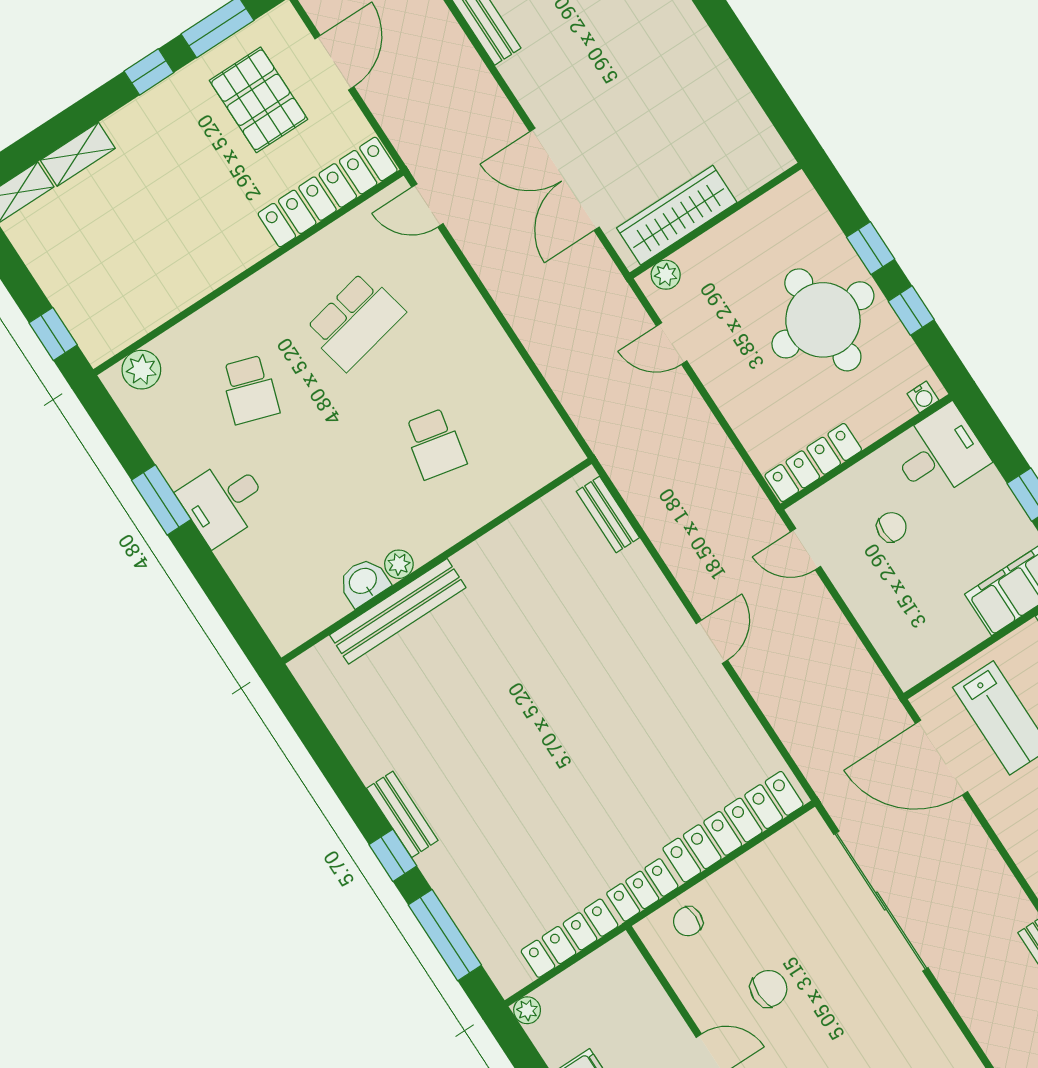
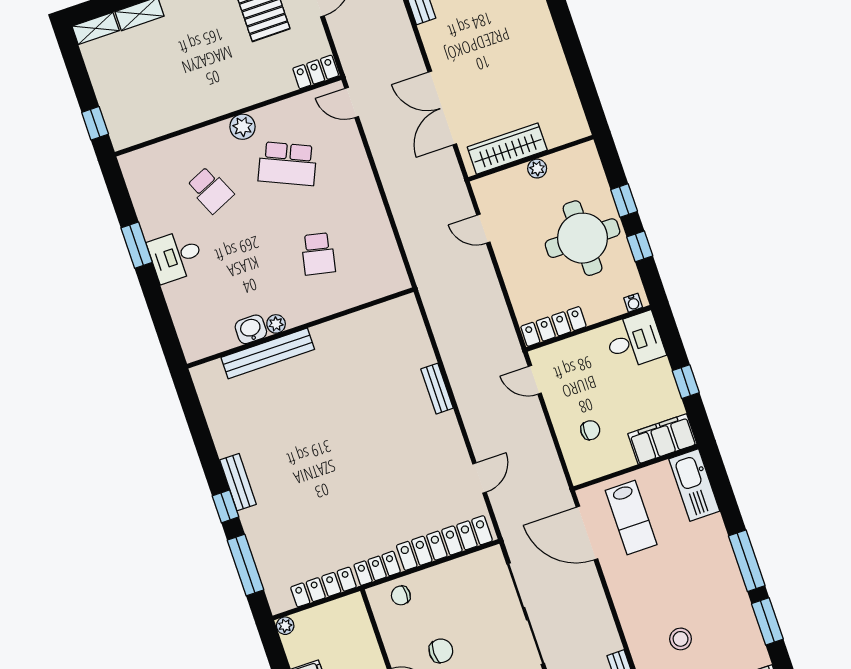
locker: (328, 192) -> (316, 72), width x0.46, depth x0.83
plant: (666, 275) -> (537, 169), moved
school desk: (355, 321) -> (287, 164), turned 36
plant: (141, 370) -> (243, 127), moved
school desk: (250, 390) -> (210, 190), turned -42
bench: (608, 514) -> (437, 389), moved
chair: (892, 527) -> (590, 430), moved
door: (712, 642) -> (480, 478), moved

